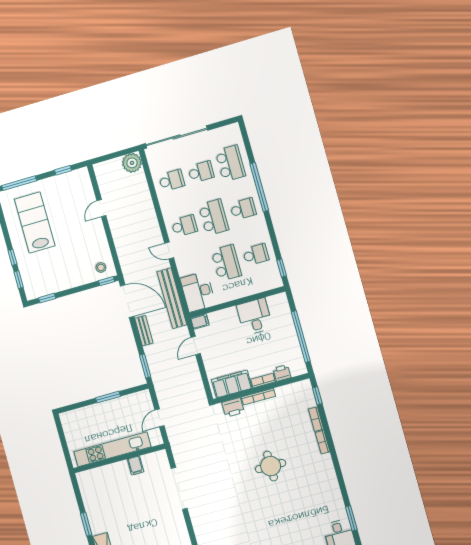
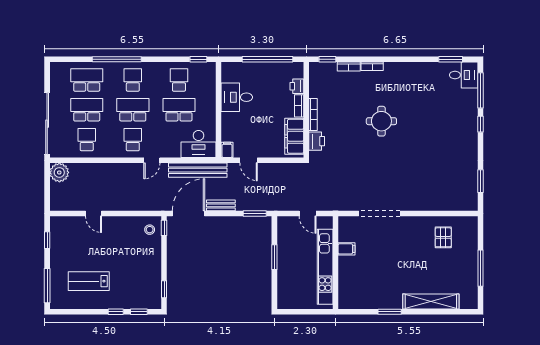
school desk: (201, 172) -> (87, 110), width x1.85
lab bench: (35, 222) -> (89, 281), width x0.73, depth x0.72

